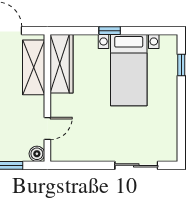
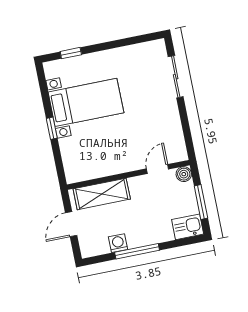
wardrobe: (62, 64) -> (93, 168), removed
door: (47, 128) -> (157, 169), hinge flipped

